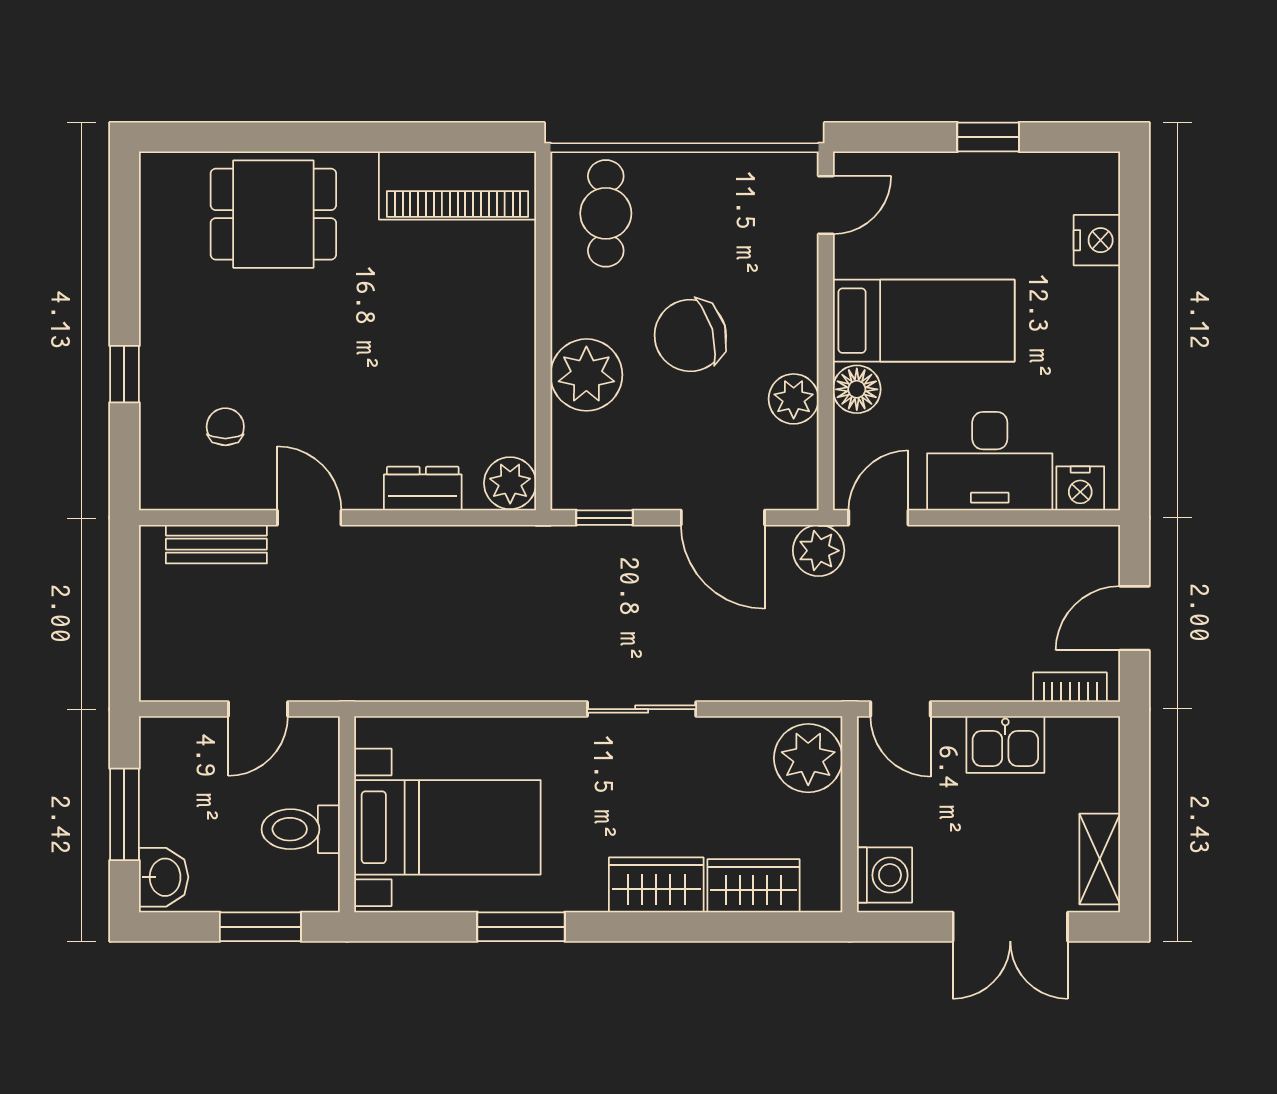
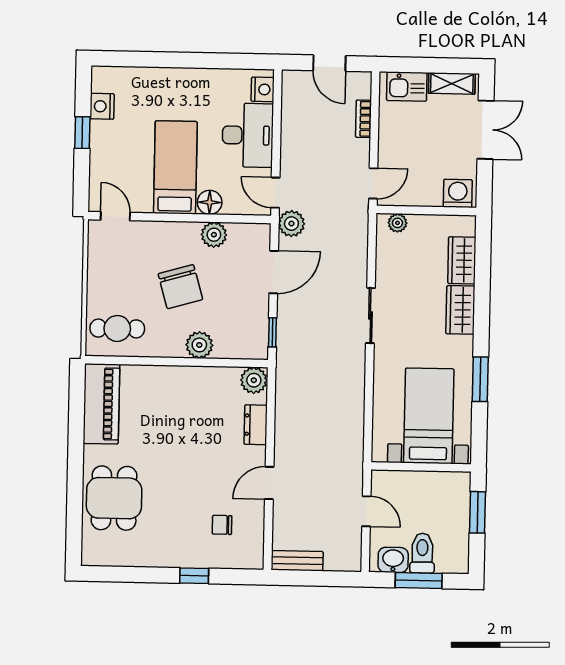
nightstand: (1097, 240) -> (102, 106), moved, turned -90
plant: (586, 375) -> (199, 345), width x0.73, depth x0.73
bench: (216, 544) -> (297, 561), moved, turned 90
bookcase: (1070, 687) -> (363, 119), moved
kitchen sink: (1005, 745) -> (407, 87), moved, turned 90
plant: (808, 758) -> (397, 223), width x0.53, depth x0.53
toilet: (301, 829) -> (422, 553), moved, turned 180
washbasin: (164, 877) -> (393, 560), moved

